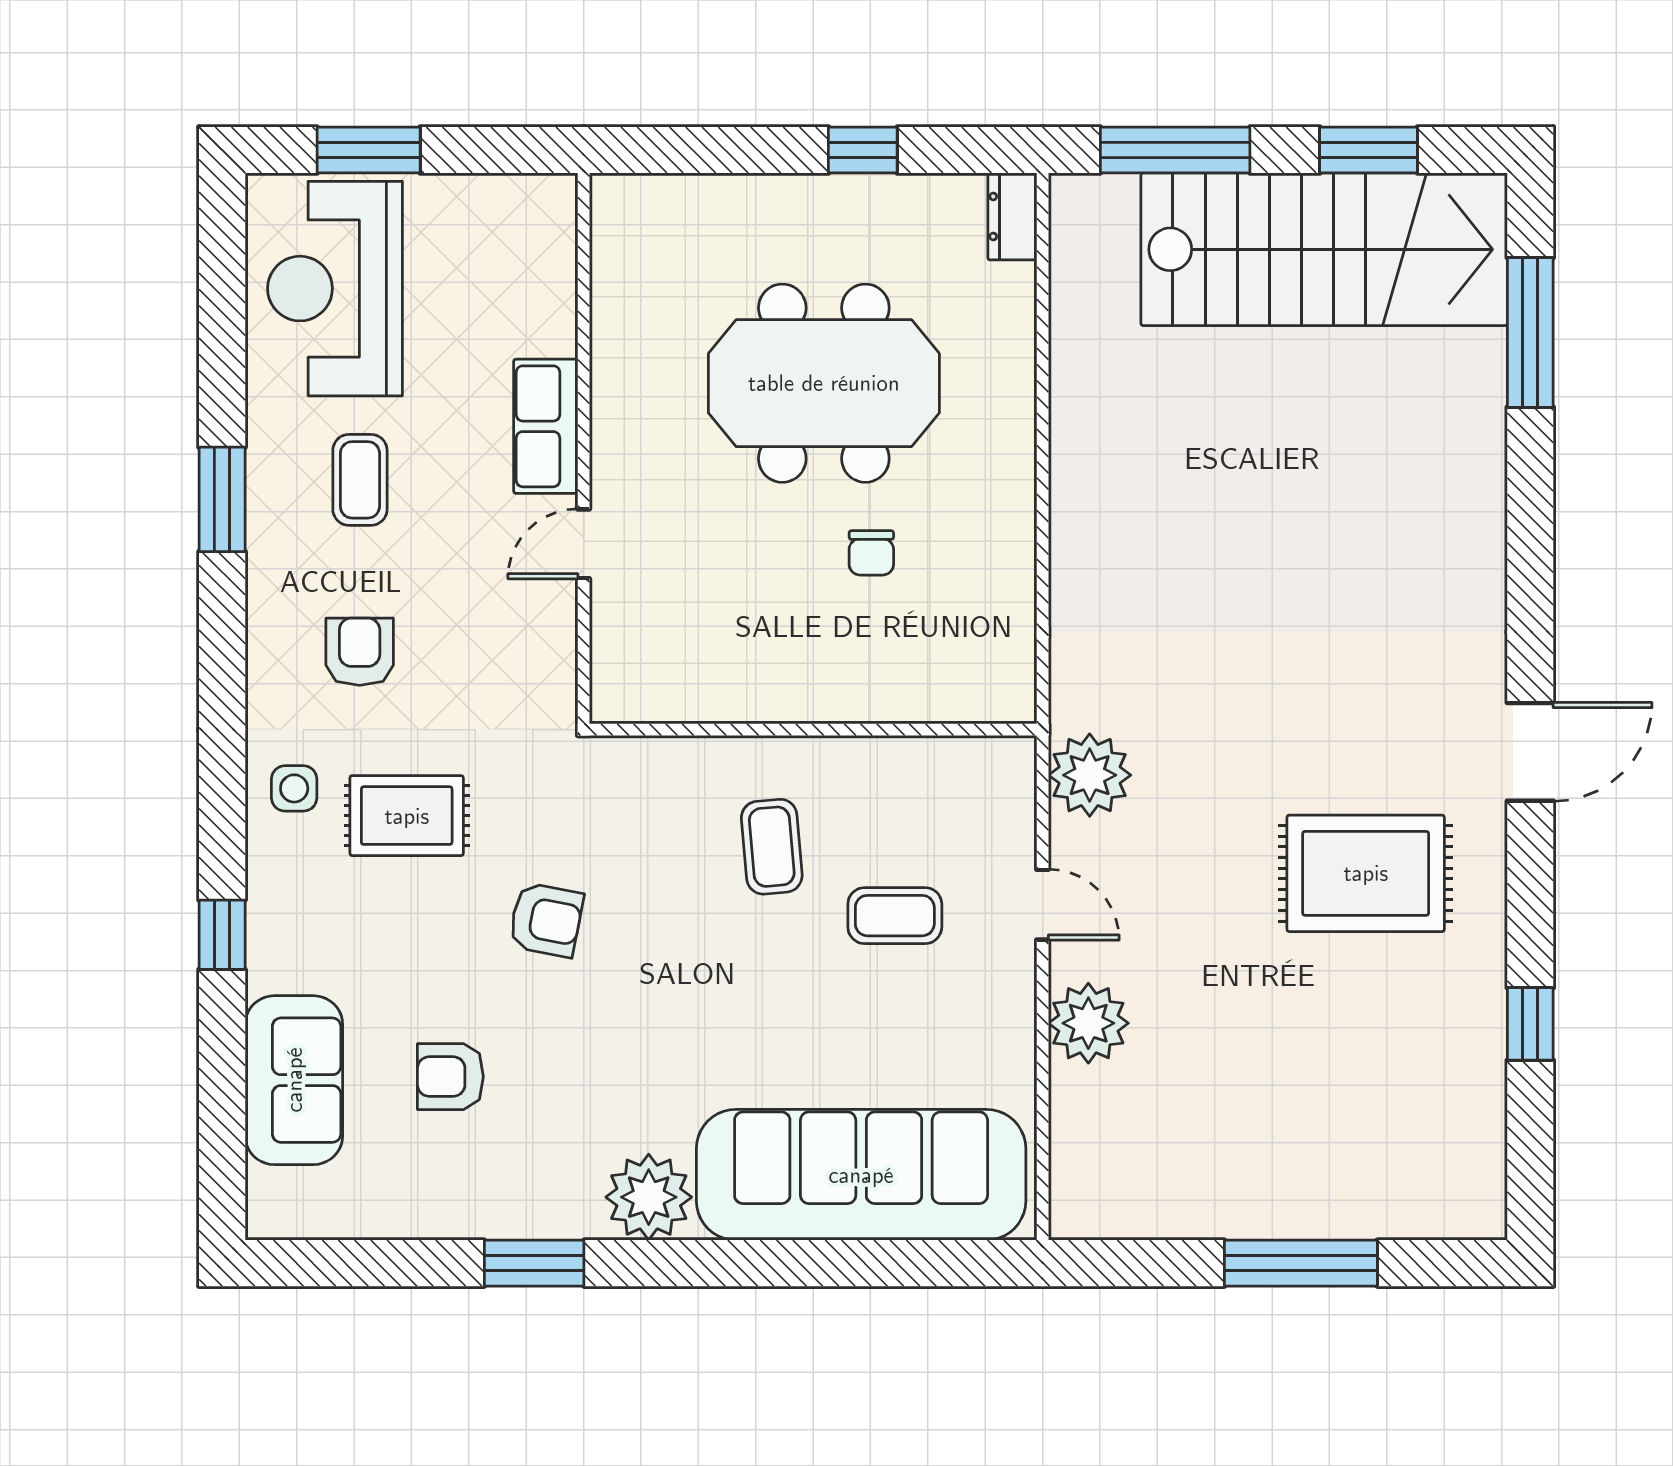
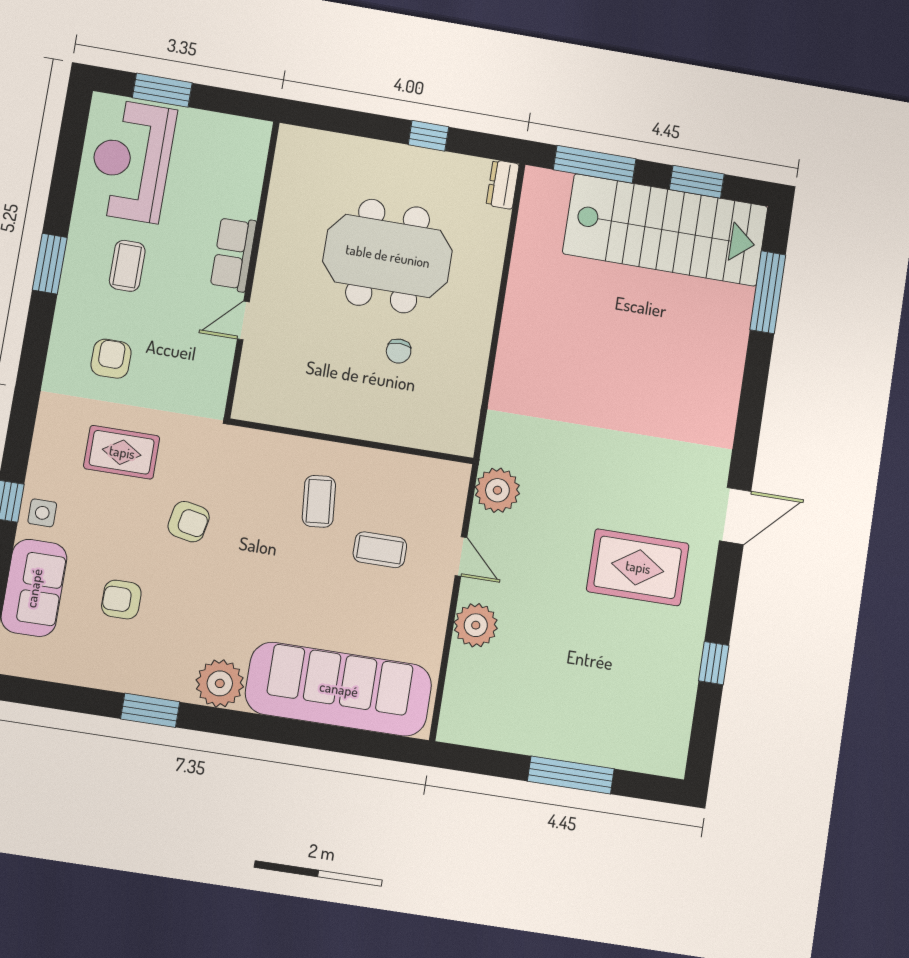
side table: (294, 788) -> (42, 513), moved

